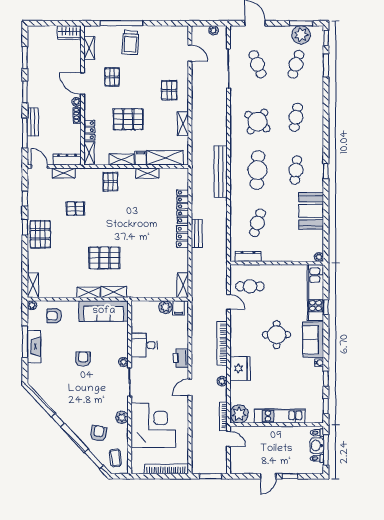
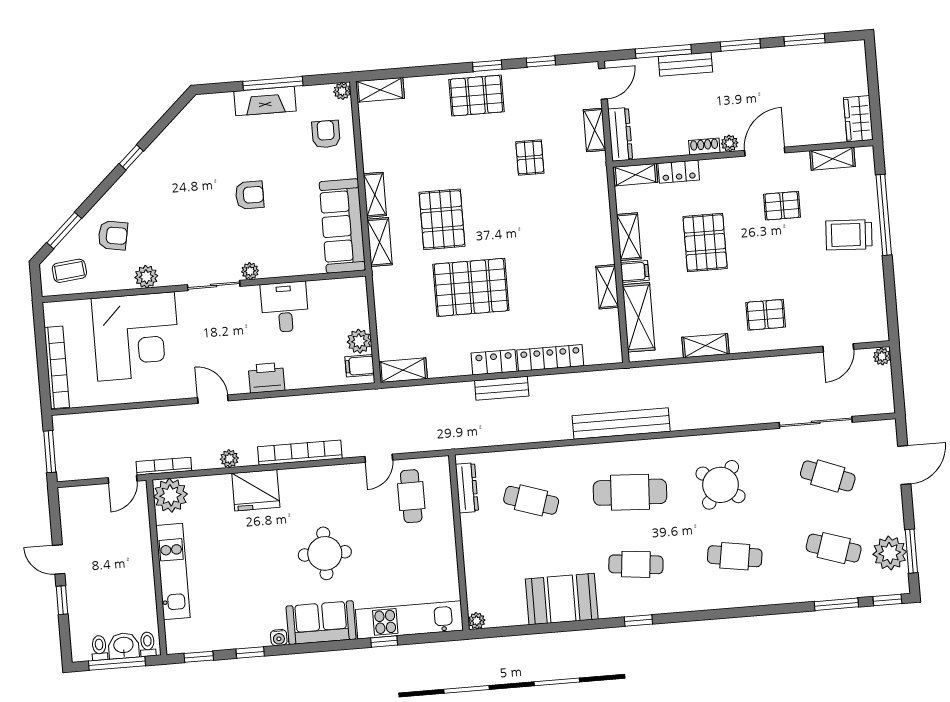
plant: (214, 30) -> (882, 356), moved
cafe table: (257, 64) -> (828, 476), turned 42
pallet: (110, 182) -> (471, 287), moved, width x2.05, depth x2.00

